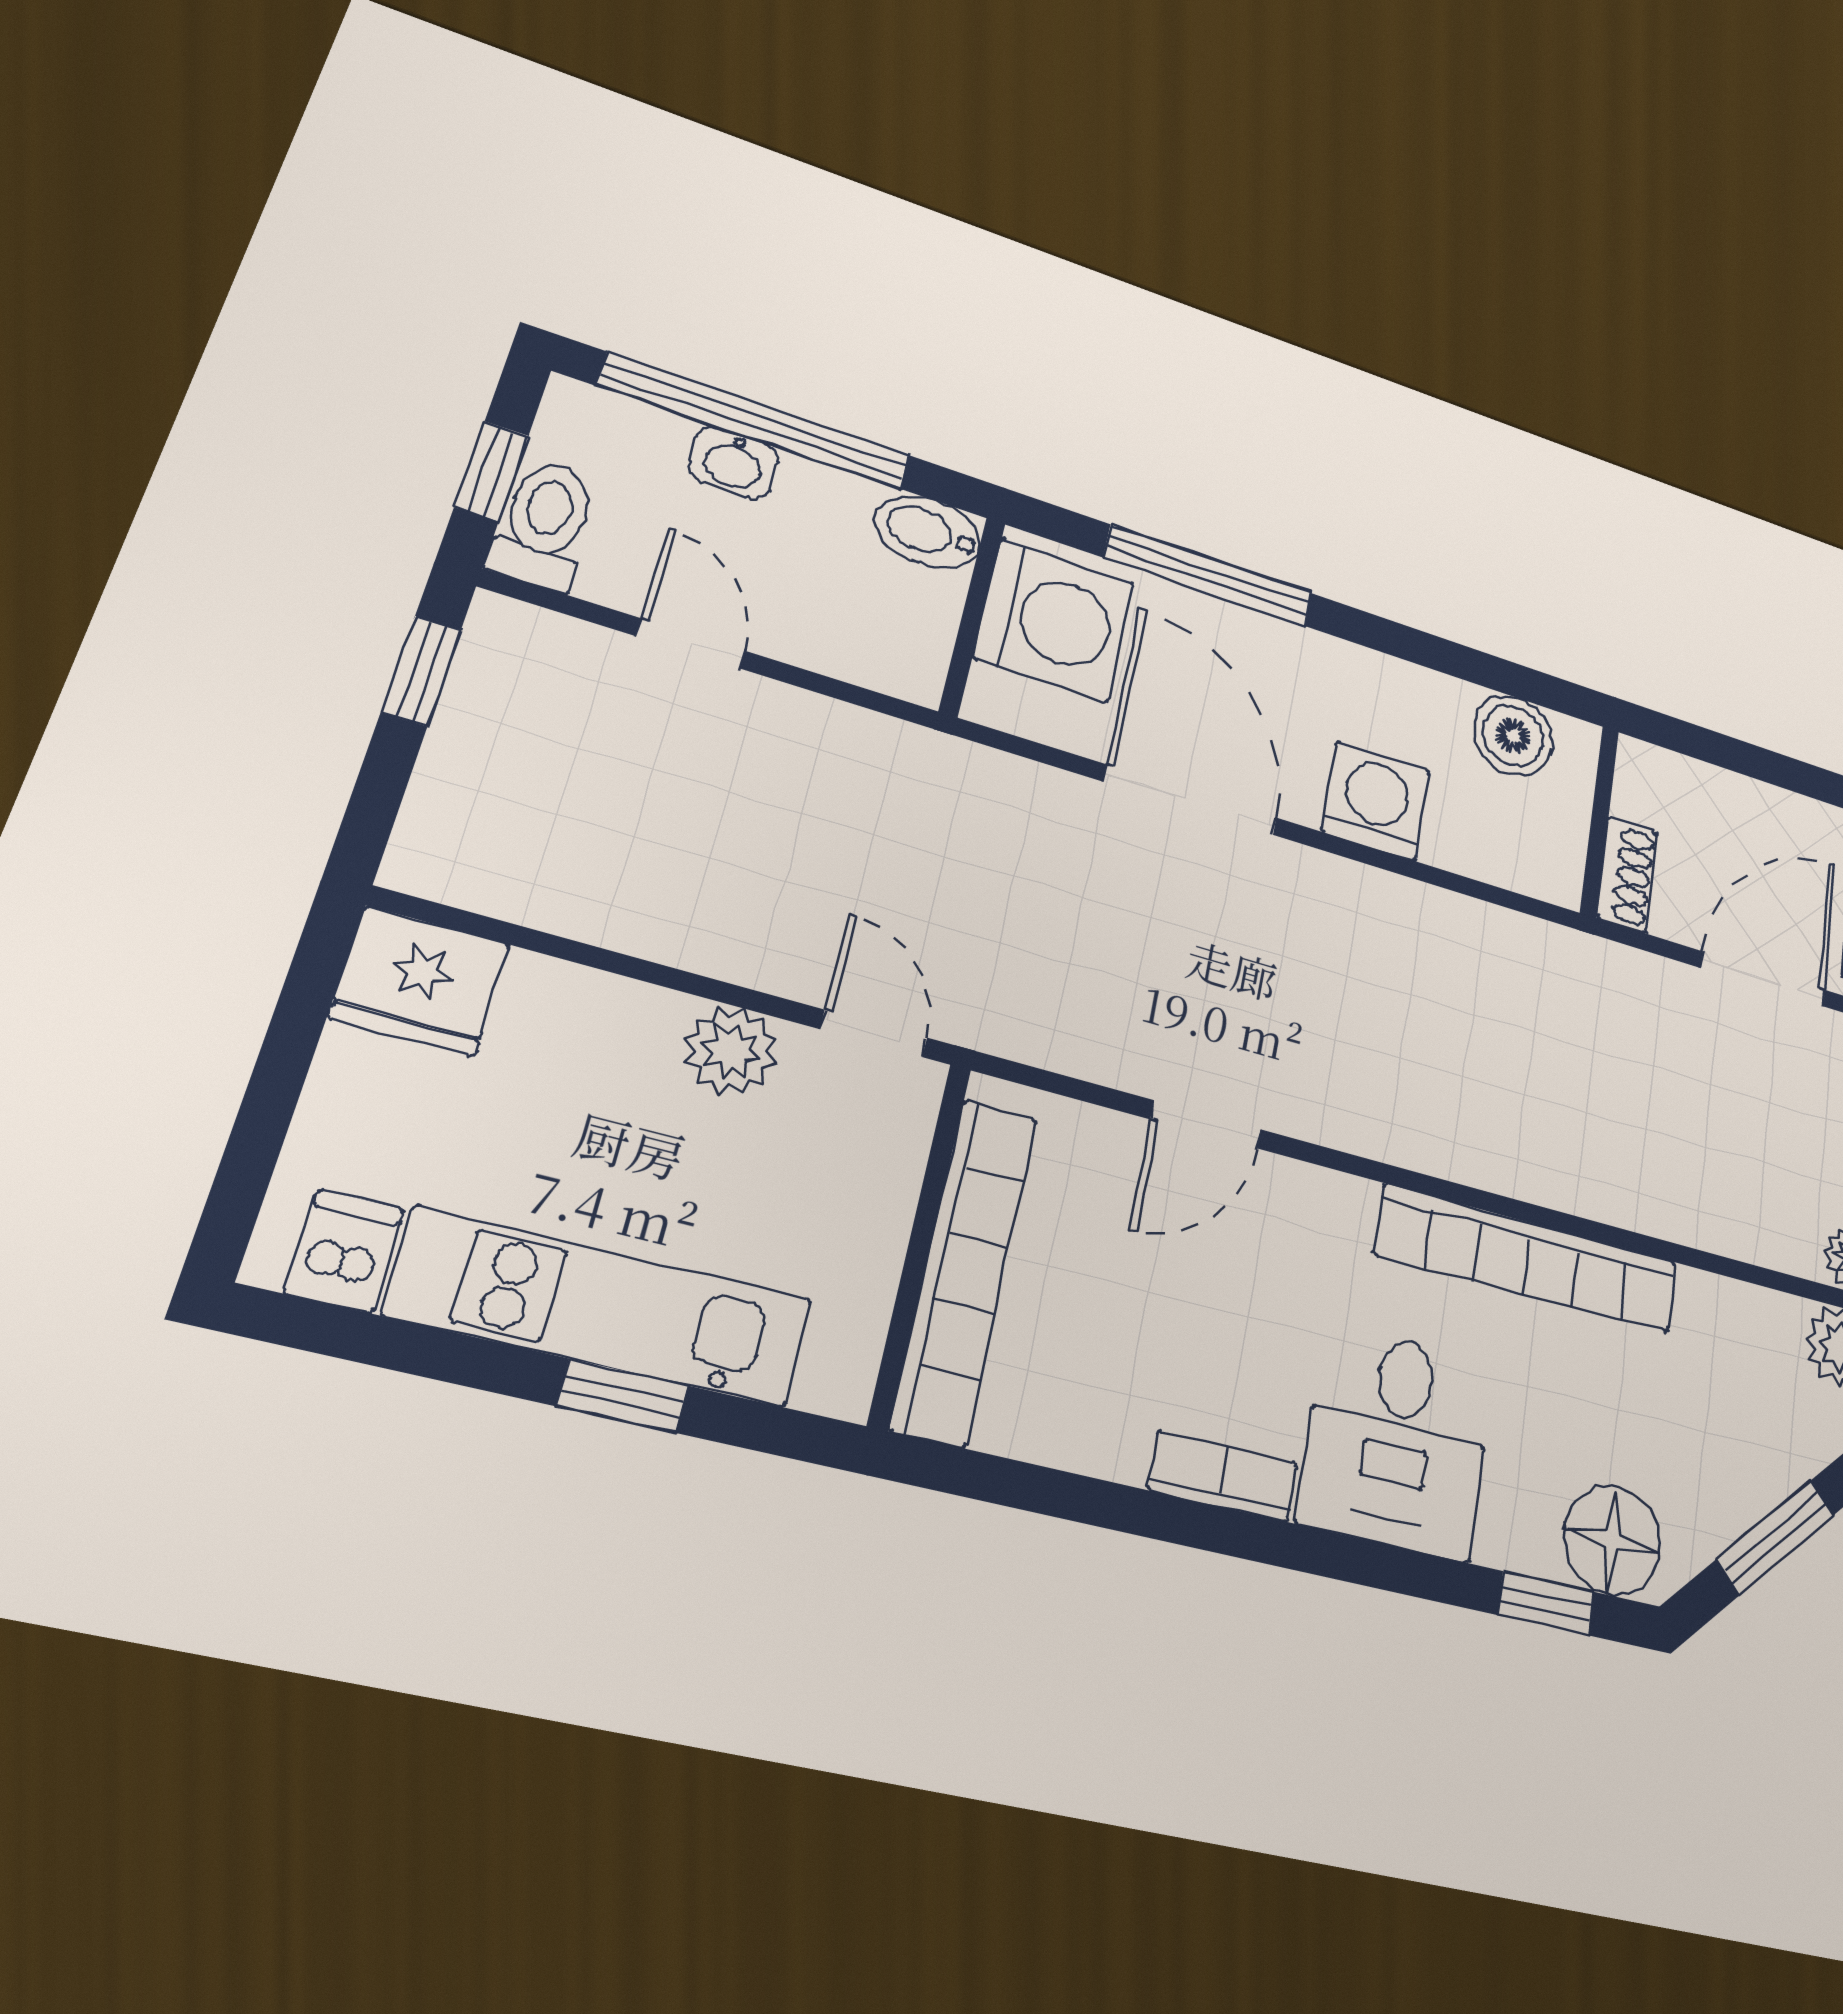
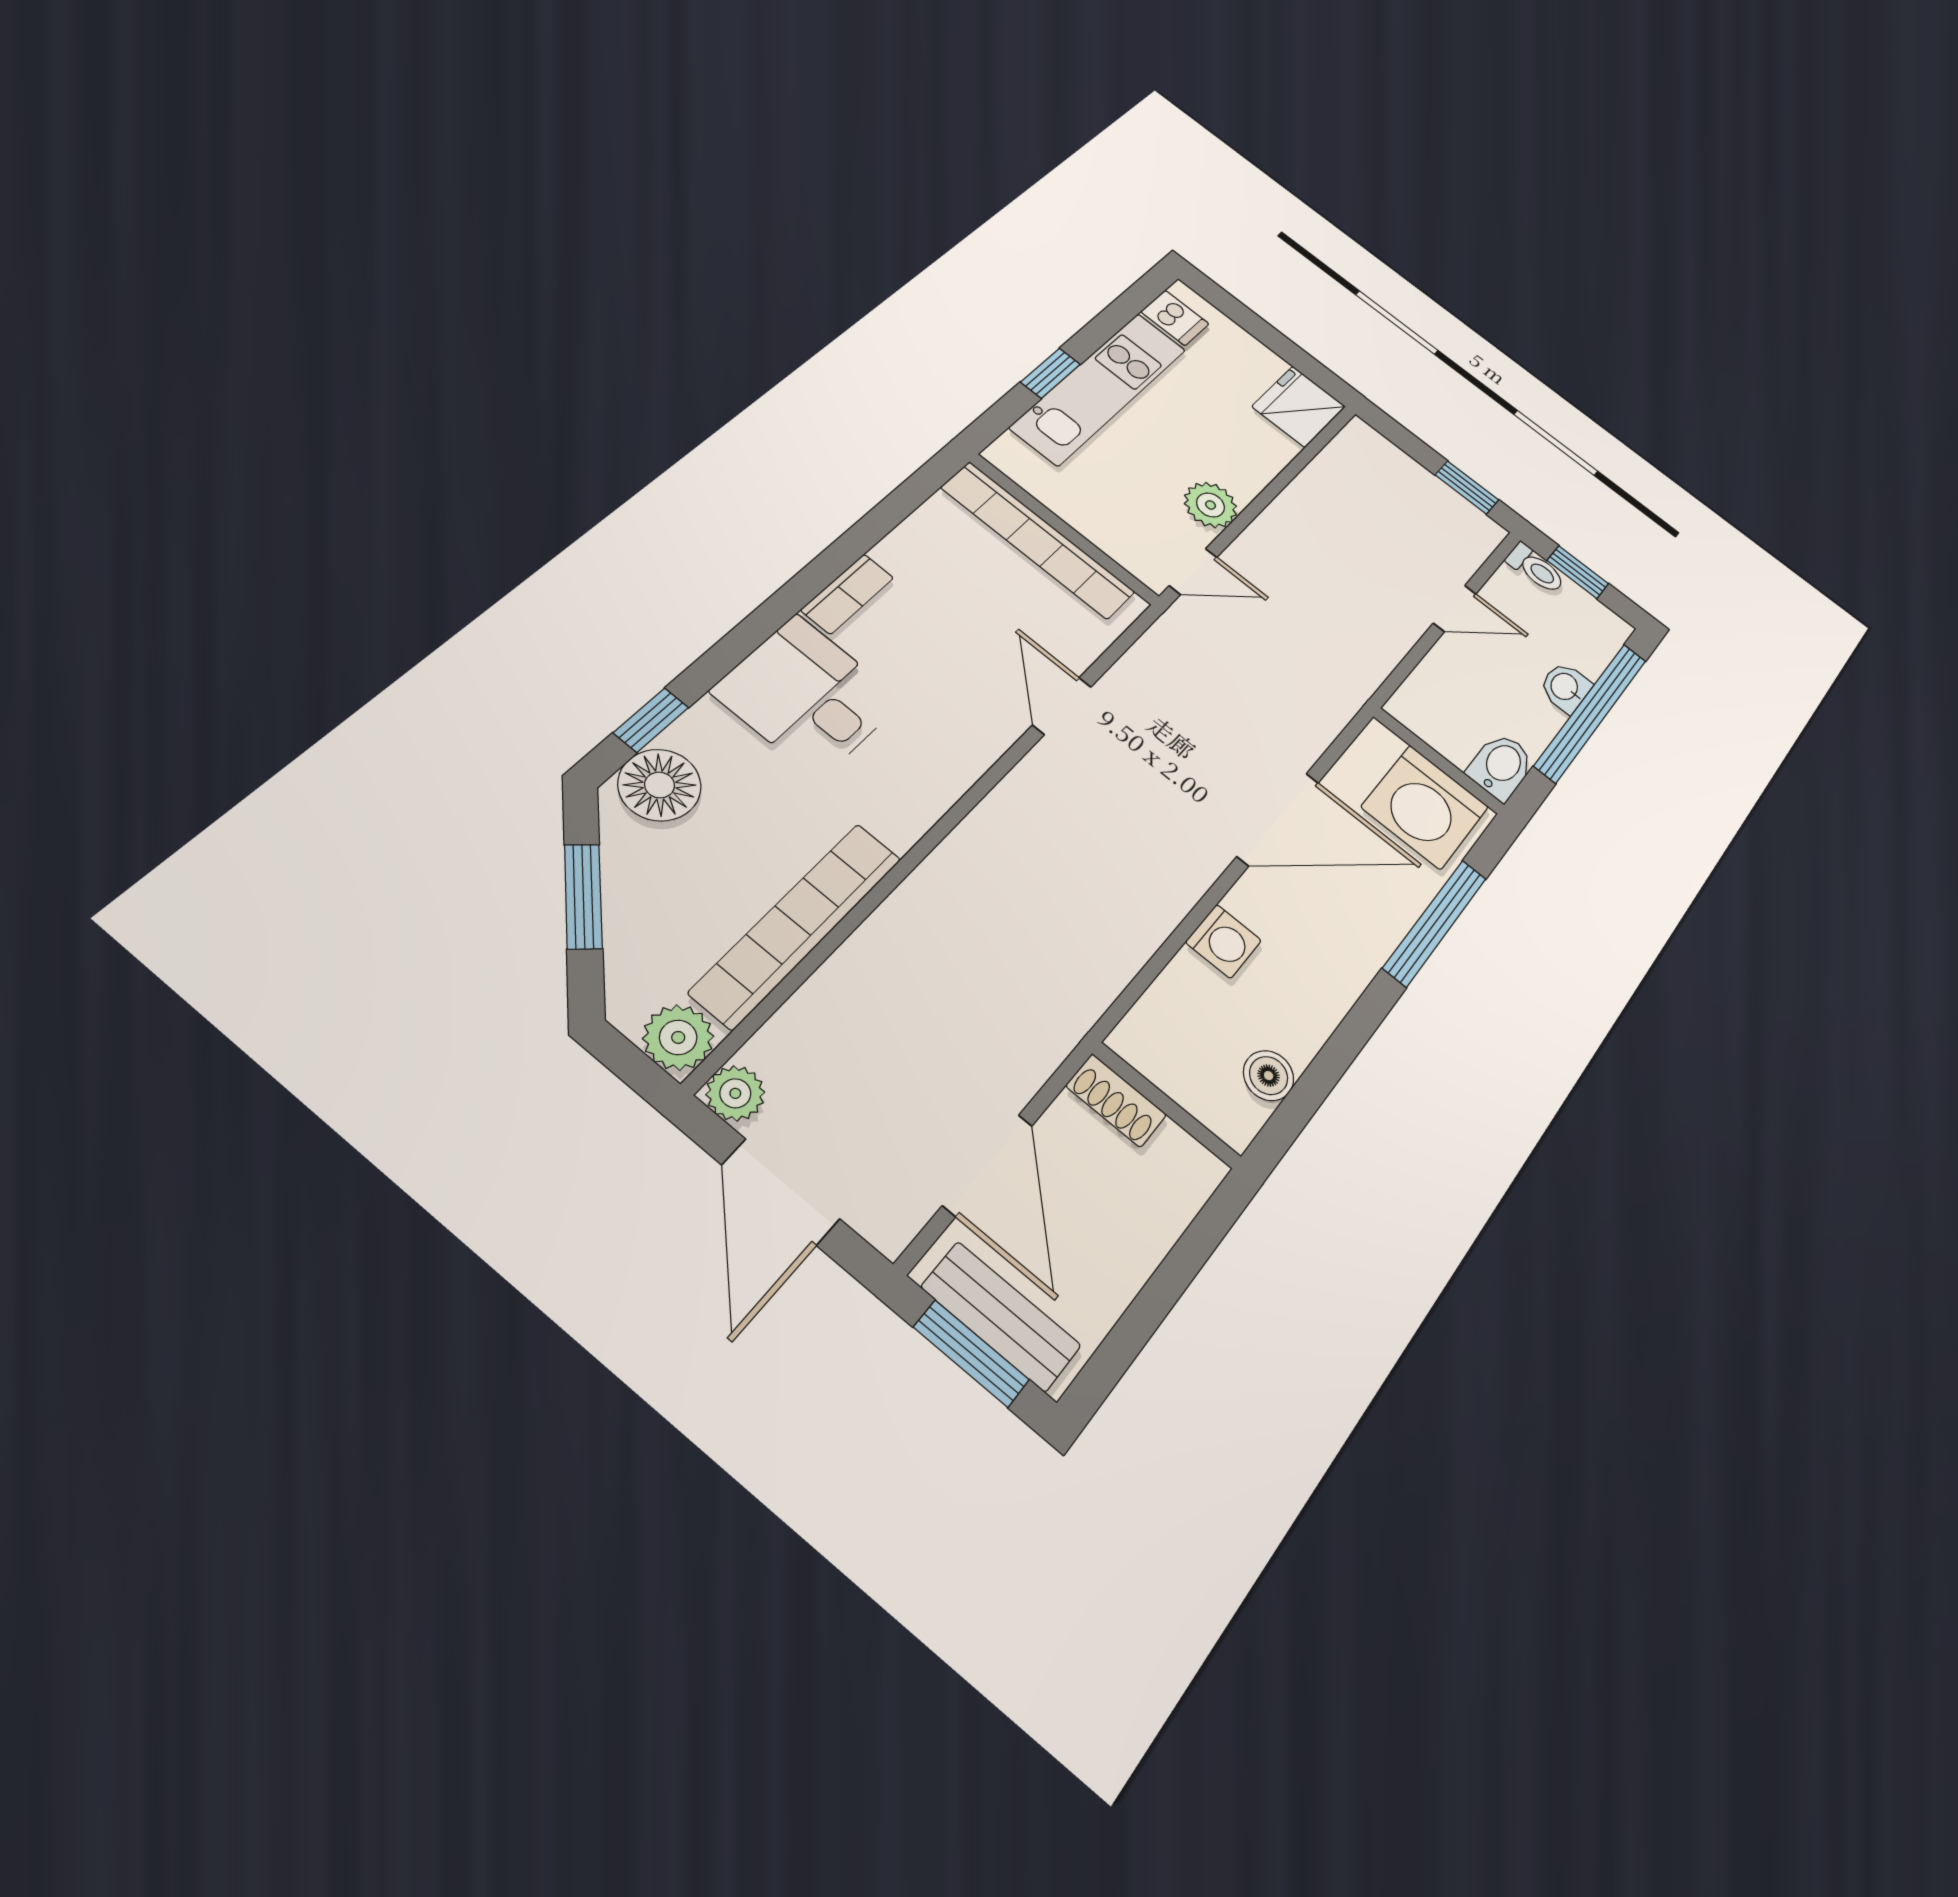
toilet: (544, 524) -> (1536, 568), width x0.73, depth x0.72
boiler: (1513, 736) -> (1269, 1076), width x0.73, depth x0.73
washing machine: (1376, 801) -> (1223, 941), width x0.73, depth x0.73
bookcase: (1527, 1259) -> (797, 924), moved

